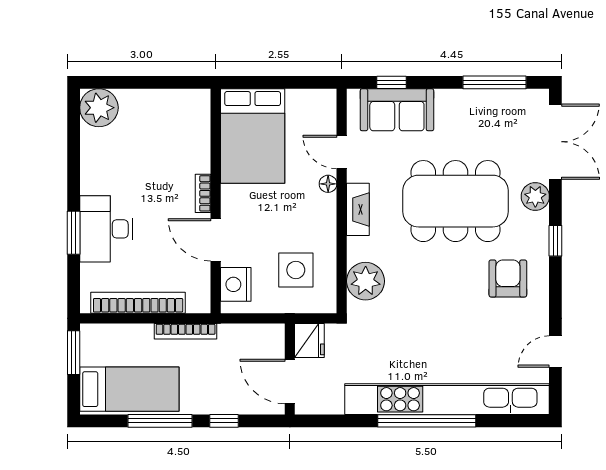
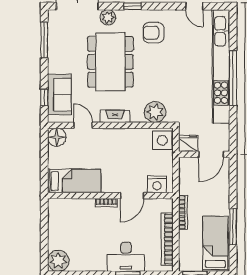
bed: (253, 136) -> (74, 181), width x0.67
door: (342, 152) -> (83, 125), swing flipped
floor lamp: (328, 184) -> (57, 137), moved, width x1.89, depth x1.89
side table: (296, 270) -> (162, 140), moved
window: (224, 421) -> (233, 191), removed

